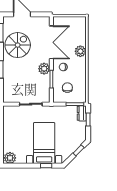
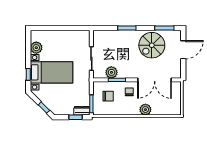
spiral stairs: (18, 45) -> (152, 45), turned 90
plant: (44, 69) -> (111, 72), moved
plant: (10, 158) -> (36, 48), moved

